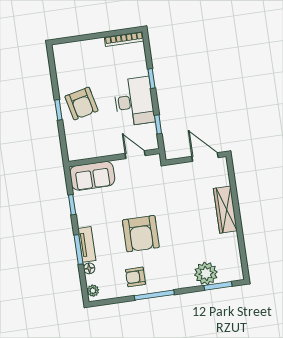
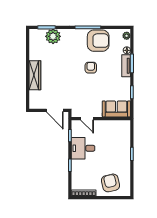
desk: (134, 102) -> (83, 148), width x0.73
armchair: (82, 104) -> (111, 183), moved
door: (205, 157) -> (55, 110), moved
armchair: (141, 234) -> (91, 68), width x0.53, depth x0.53
armchair: (135, 277) -> (98, 41), width x1.88, depth x1.88

